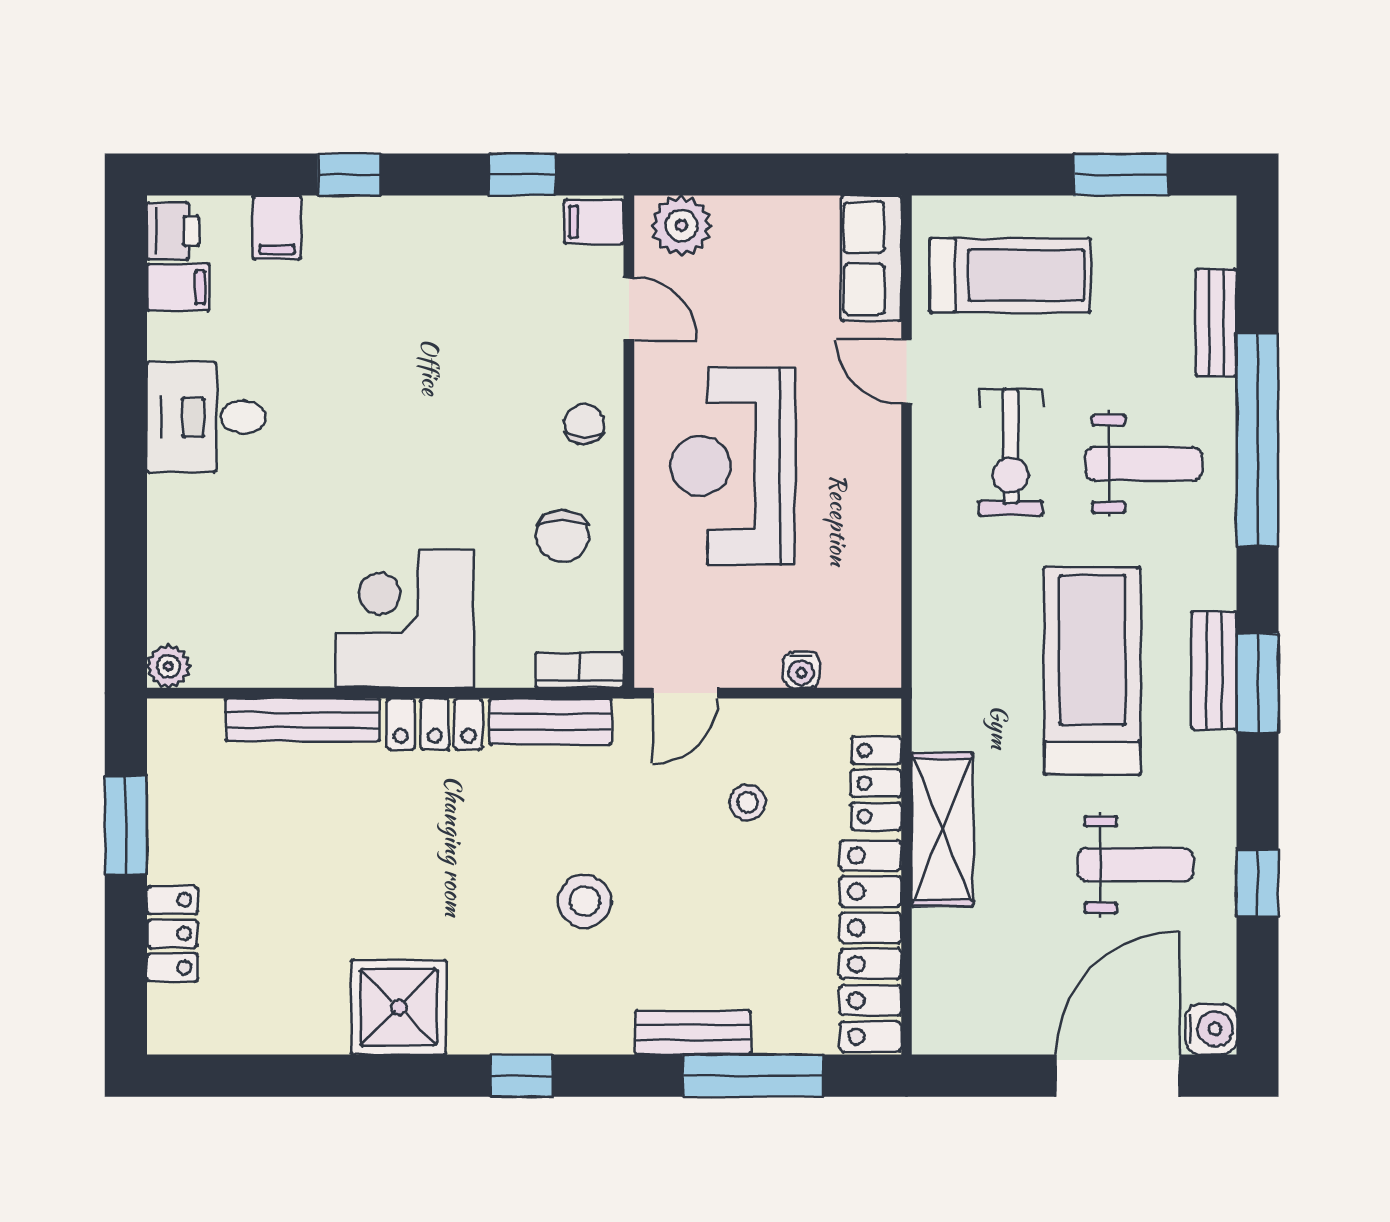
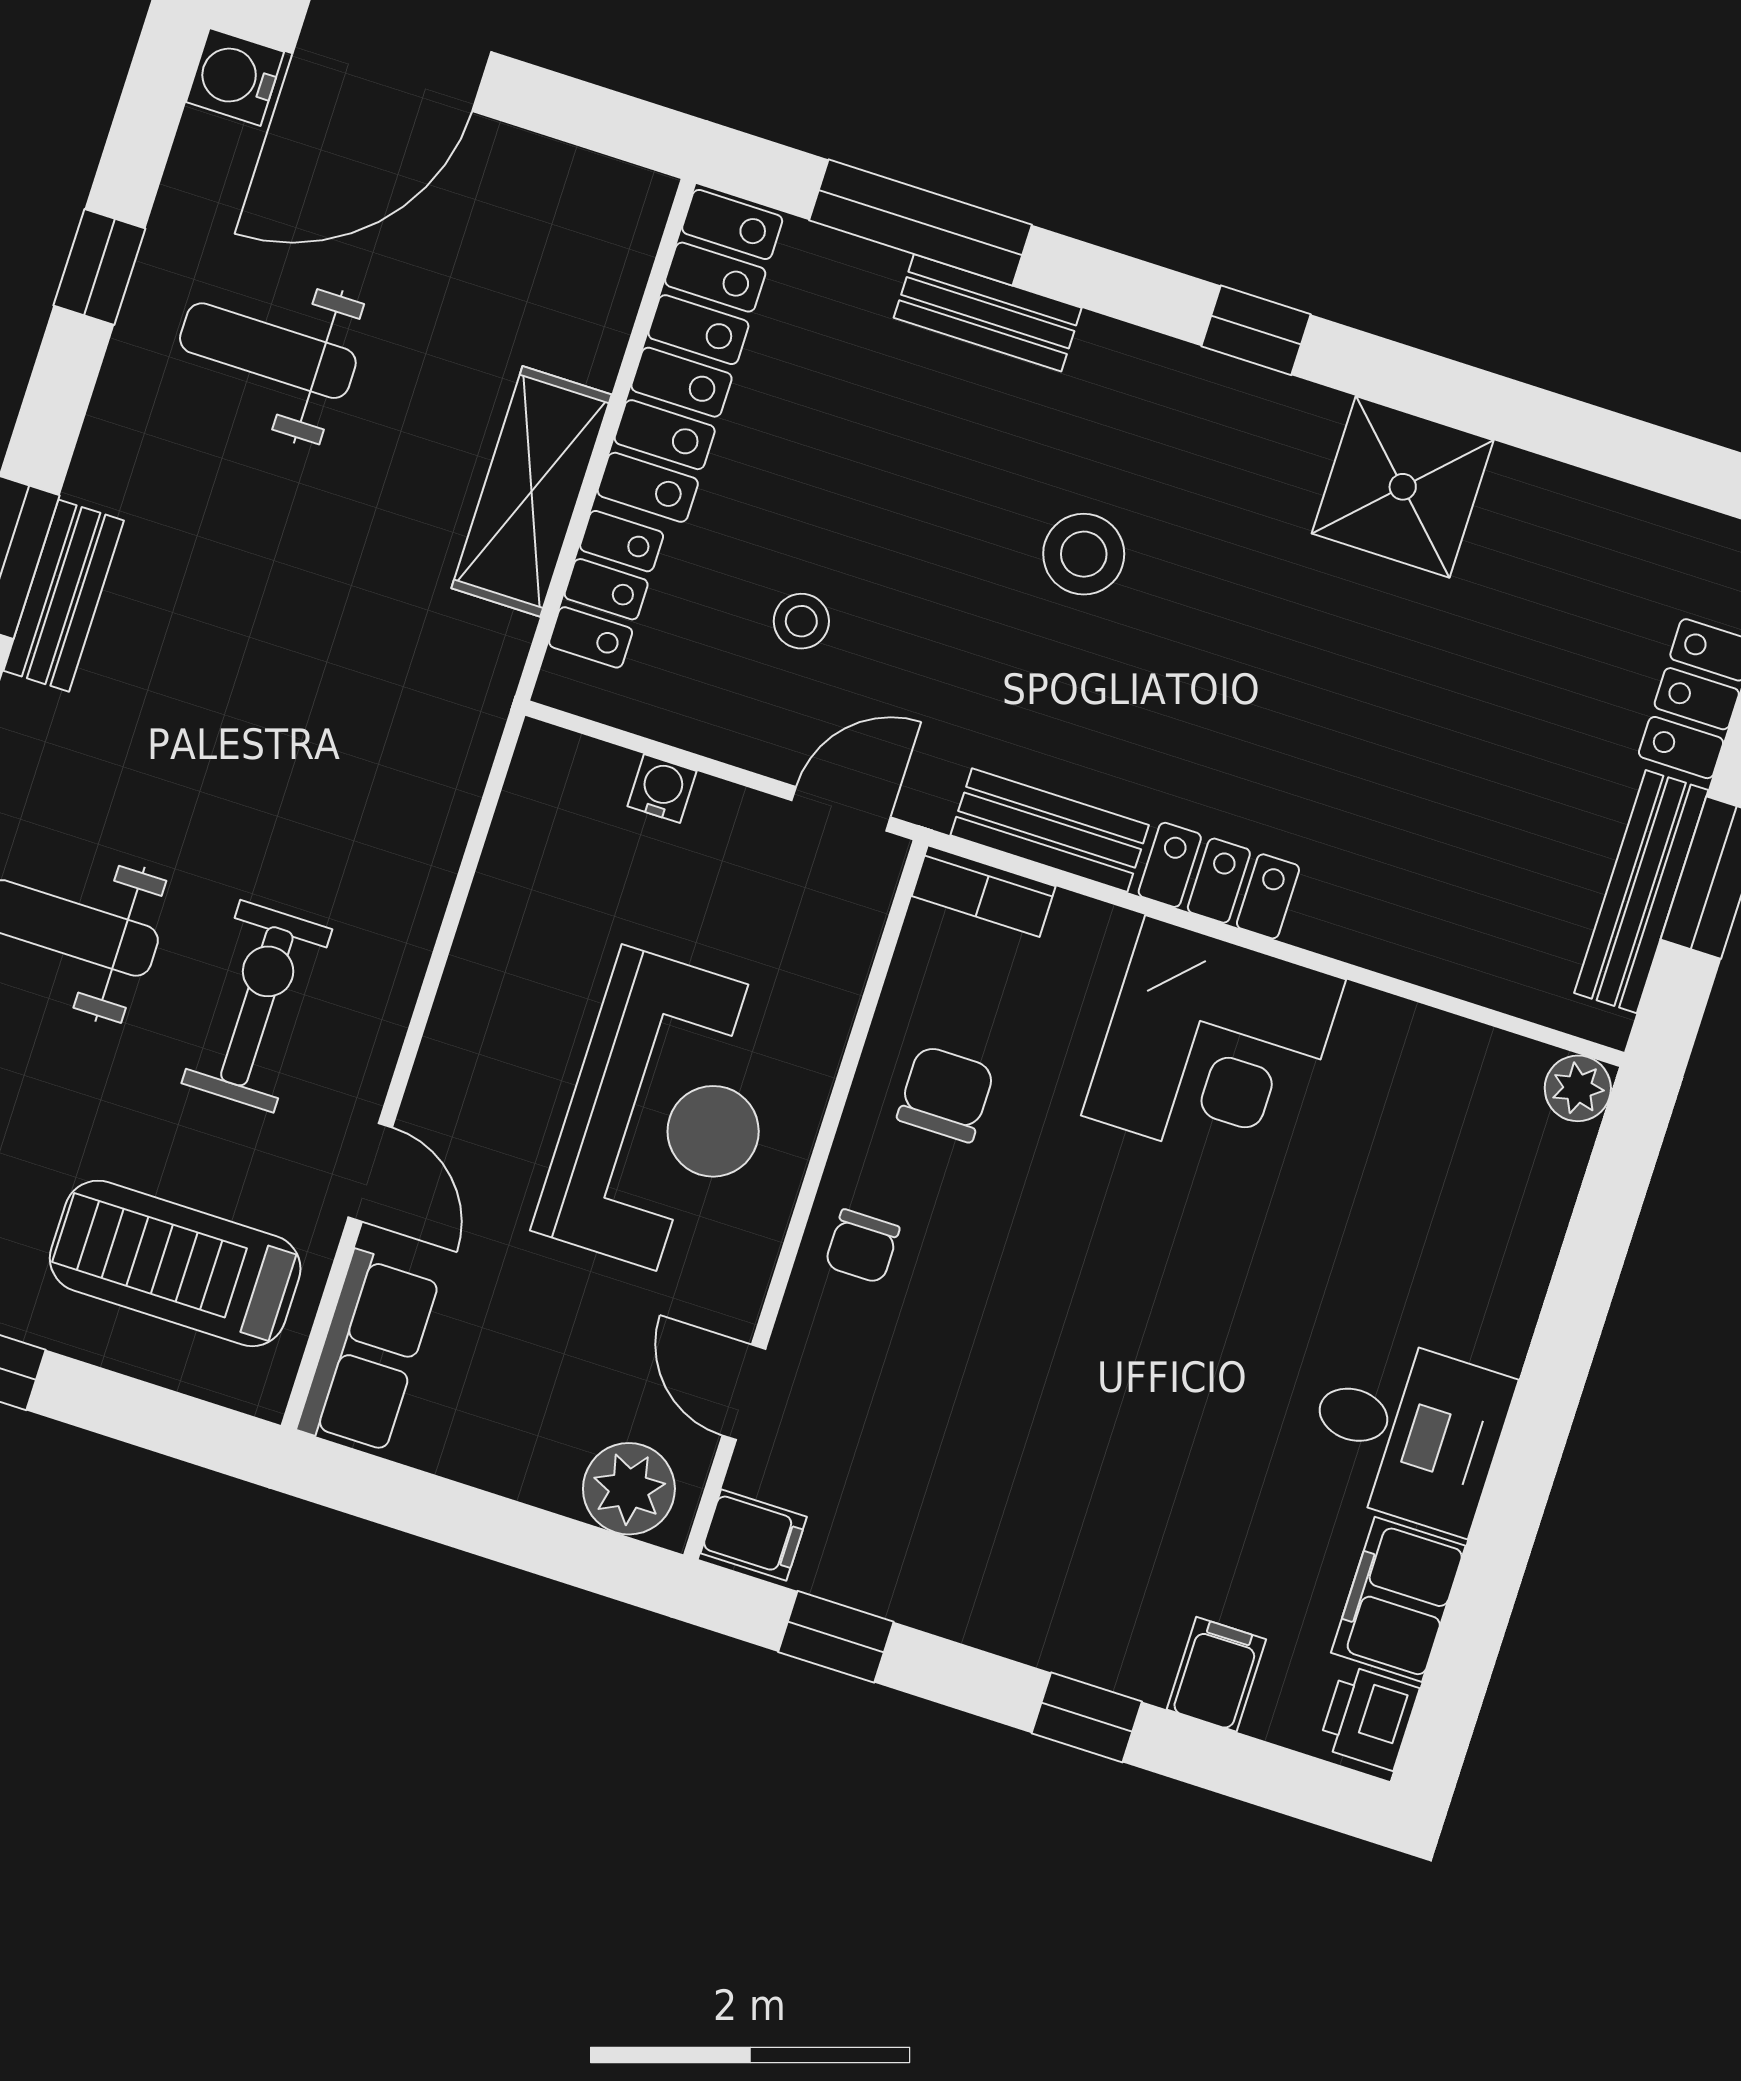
filing cabinet: (178, 287) -> (1398, 1599), width x2.00
treadmill: (1092, 671) -> (240, 652), removed
bench: (303, 720) -> (1641, 892), moved, turned 90

